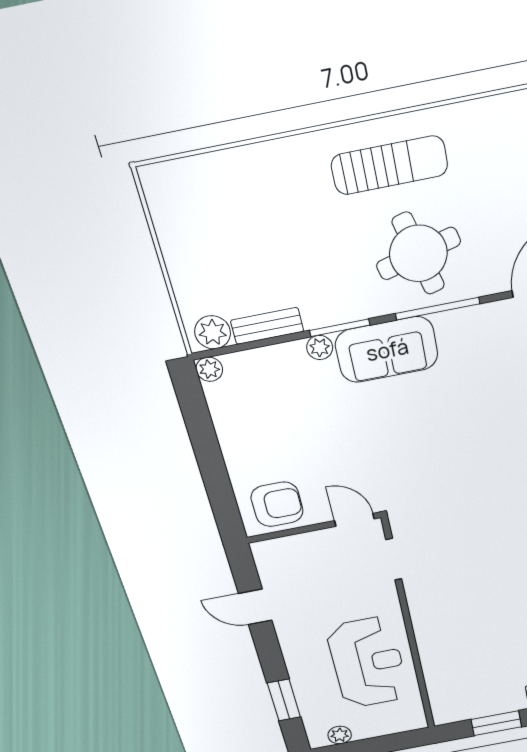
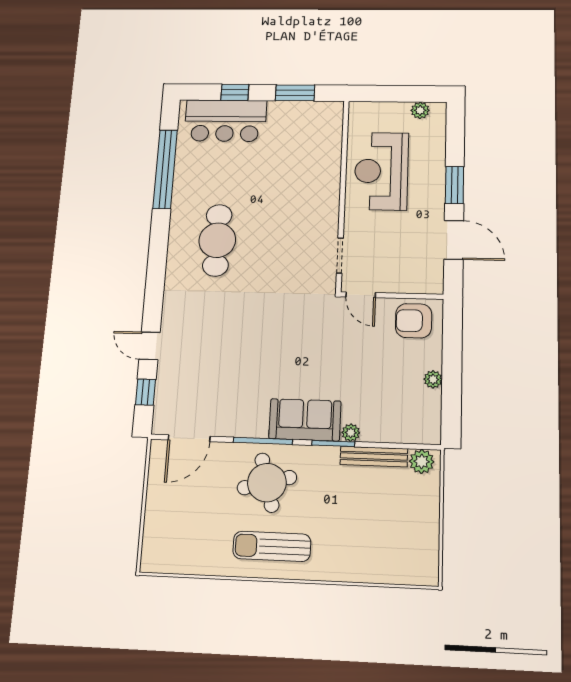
bench: (267, 326) -> (374, 457), width x1.36
plant: (209, 369) -> (433, 379), moved
door: (255, 607) -> (454, 240), width x1.38
window: (284, 700) -> (455, 185), moved

